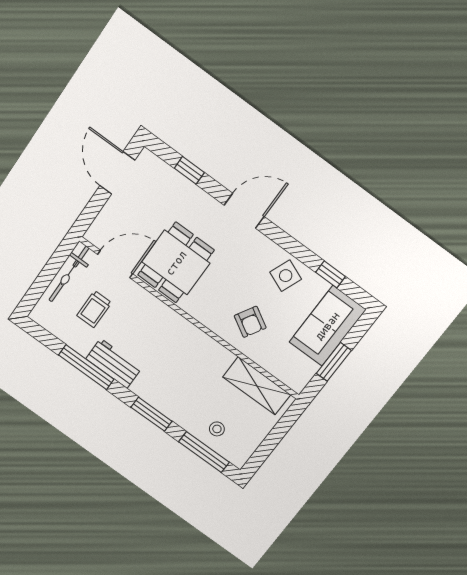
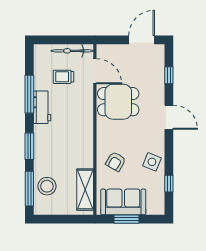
sofa: (327, 326) -> (123, 202), moved
stool: (217, 429) -> (47, 186), width x1.89, depth x1.89

